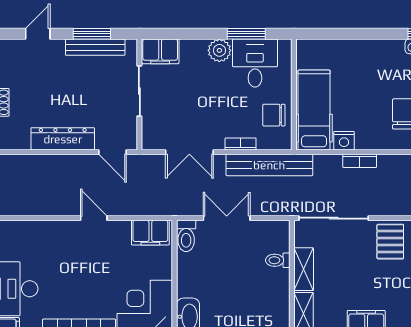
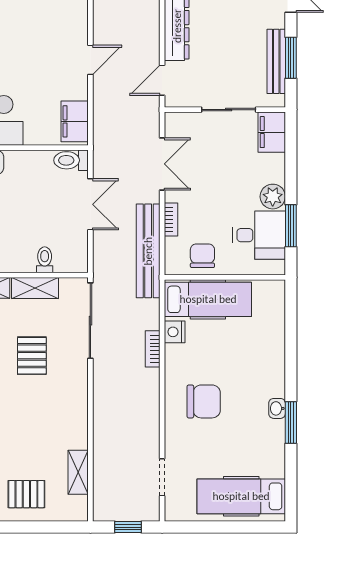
double door: (189, 152) -> (162, 164), swing flipped
pallet: (390, 242) -> (32, 356), moved, turned 90

